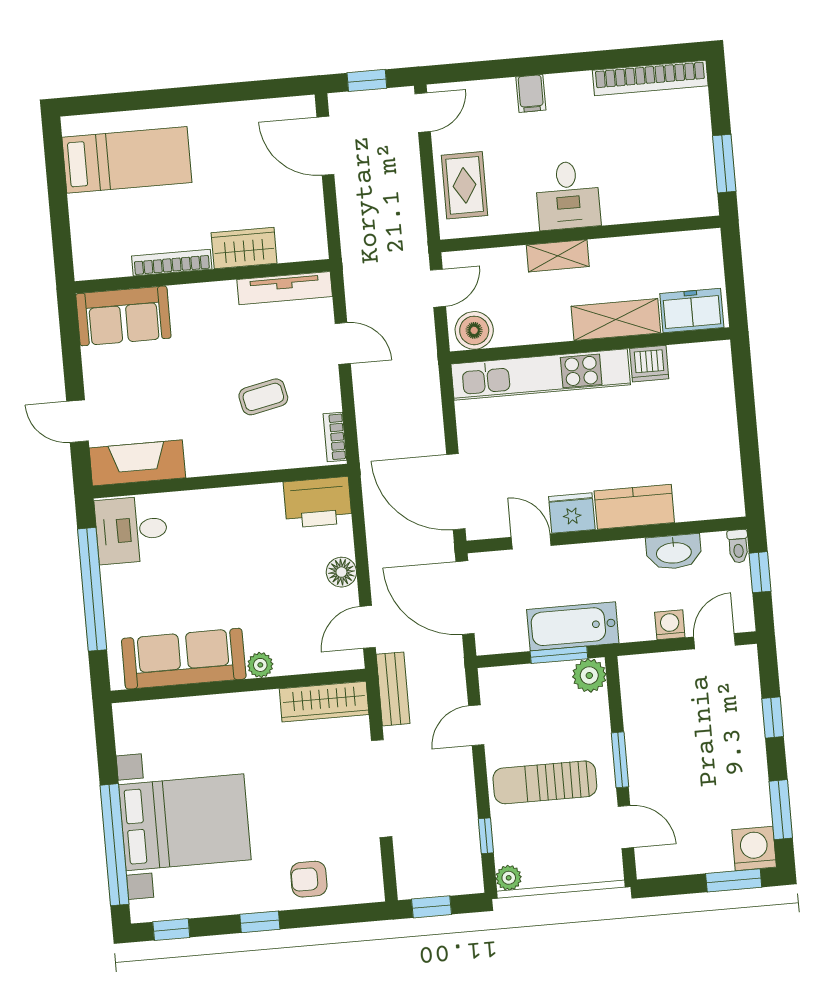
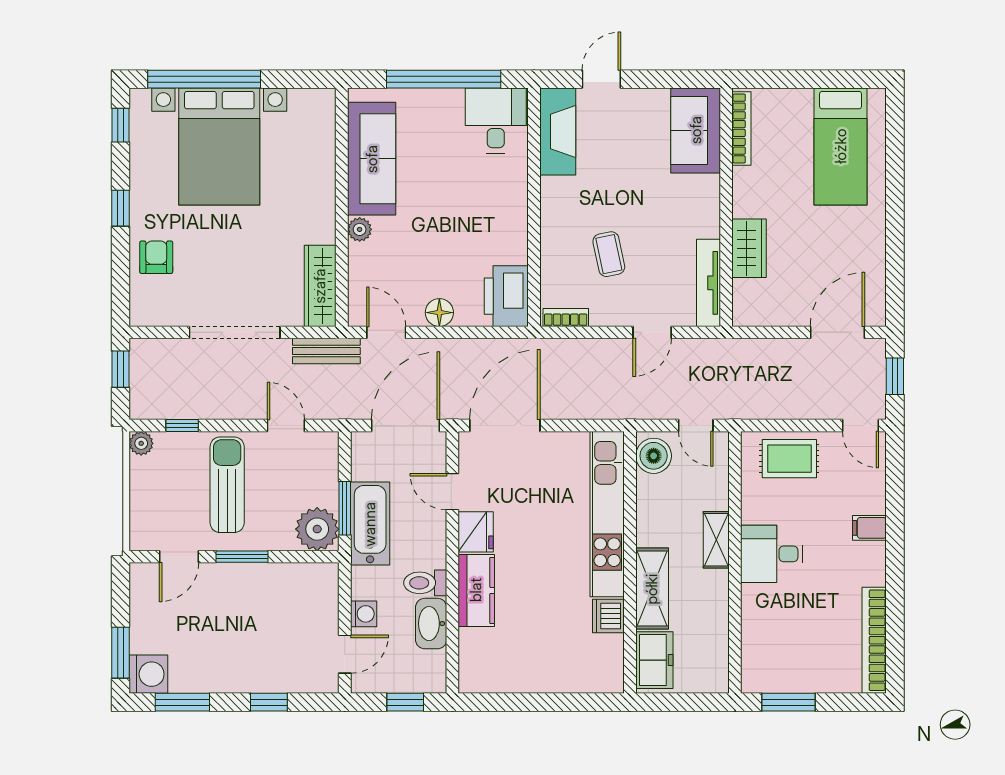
bookcase: (172, 263) -> (741, 129), moved
door: (531, 541) -> (452, 492), swing flipped
toilet: (738, 546) -> (425, 583), moved, width x1.37, depth x1.39
door: (714, 641) -> (345, 654), hinge flipped
plant: (589, 675) -> (317, 529), width x1.36, depth x1.36

